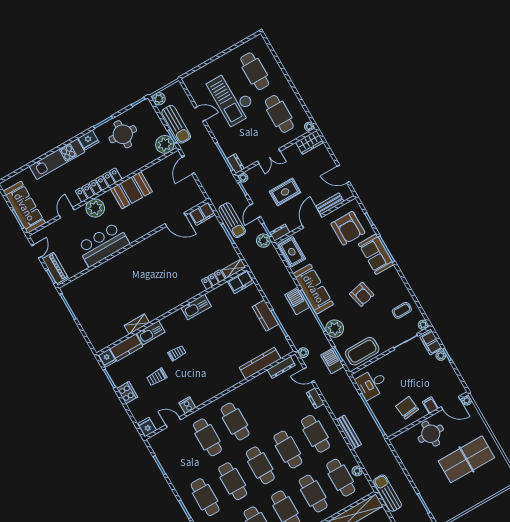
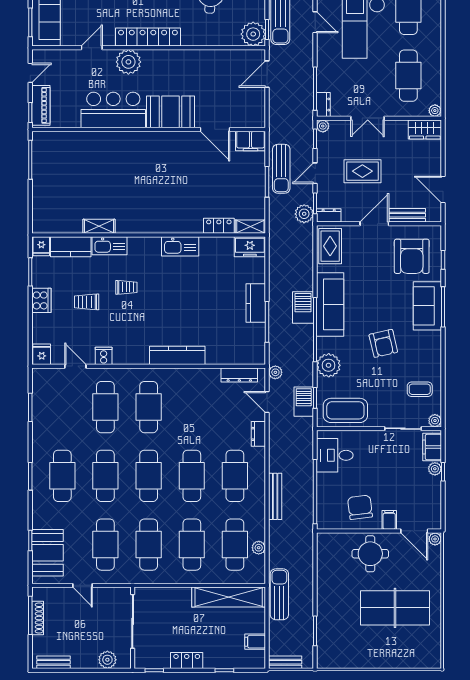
booth: (131, 190) -> (170, 112), moved
kitchen counter: (260, 363) -> (177, 355), moved

